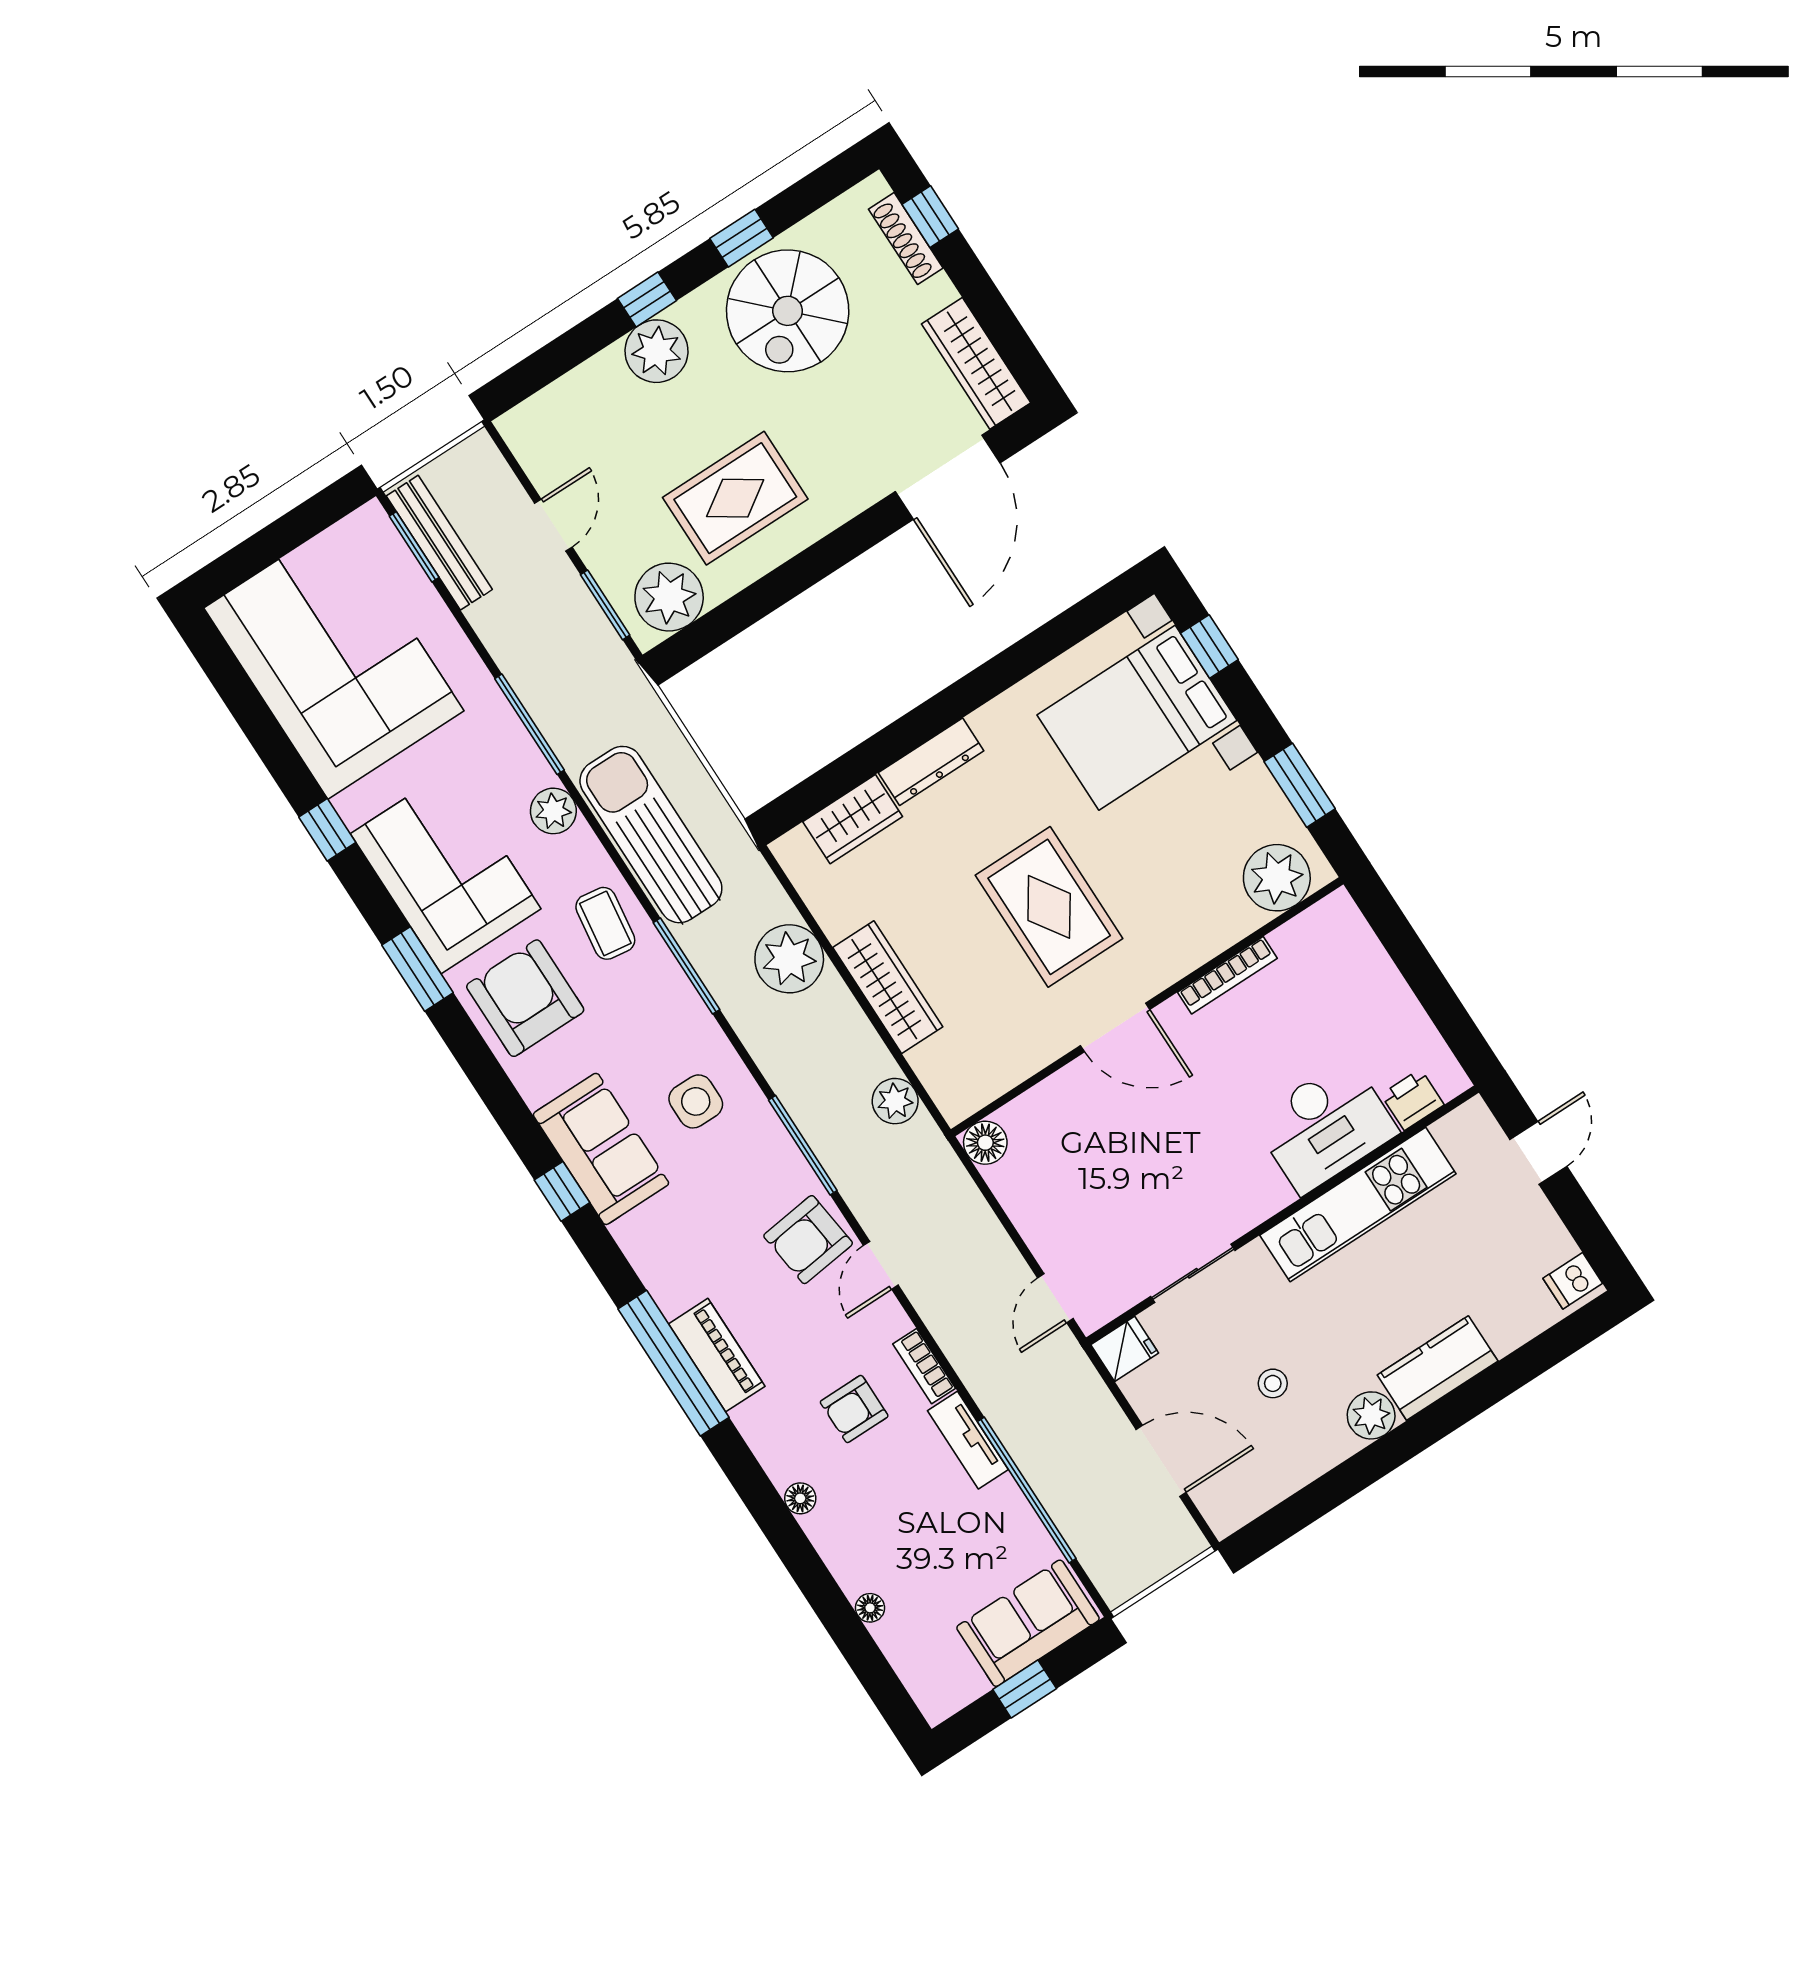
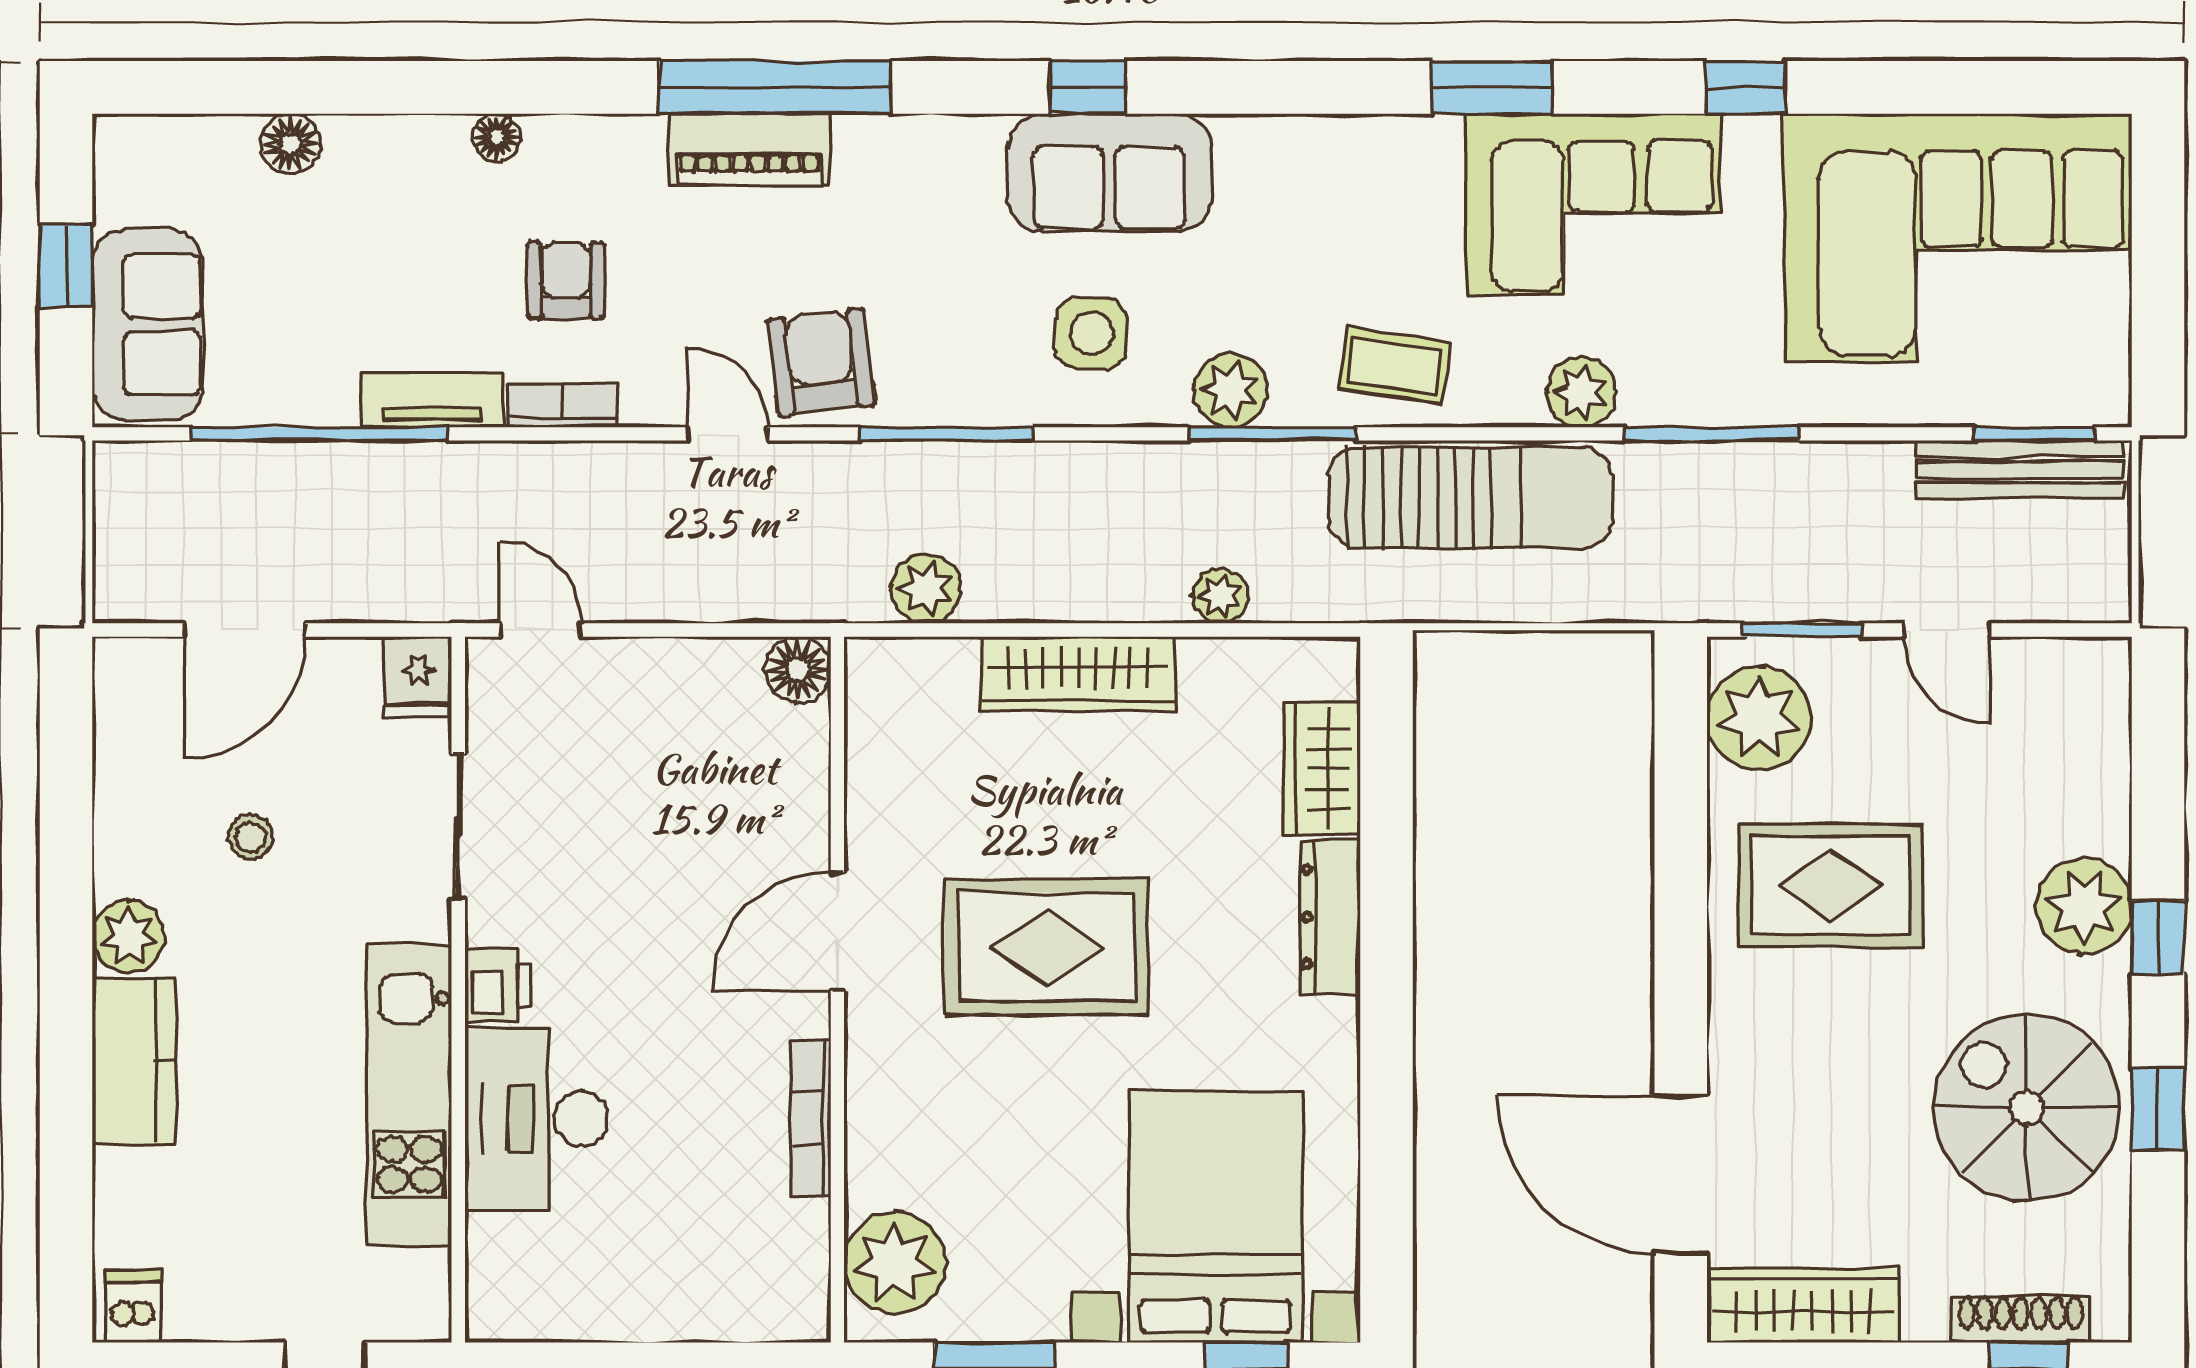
rug: (735, 498) -> (1830, 885), turned 90
plant: (789, 959) -> (1221, 596), width x0.53, depth x0.53
armchair: (525, 998) -> (1365, 201), removed
plant: (677, 1004) -> (1231, 391), added
printer: (1412, 1100) -> (498, 985), moved
floor lamp: (870, 1608) -> (290, 144), width x1.37, depth x1.37

